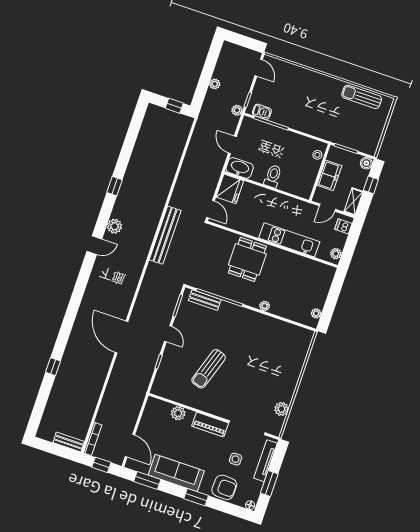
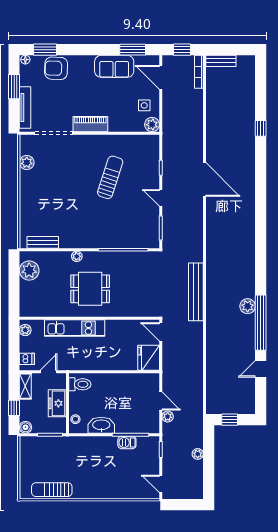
sun lounger: (362, 97) -> (52, 490), turned 180
plant: (237, 110) -> (168, 417), moved
barbecue: (262, 112) -> (127, 442), moved
washbasin: (240, 168) -> (101, 425), moved, turned 180
toilet: (273, 176) -> (80, 384), moved, turned -90
window: (115, 186) -> (261, 323), width x3.17
plant: (114, 226) -> (248, 306), moved
door: (94, 245) -> (261, 369), moved
dining table: (247, 259) -> (90, 289), moved, turned 90
bench: (205, 300) -> (43, 242), moved
plant: (316, 313) -> (29, 271), width x1.87, depth x1.87
plant: (178, 413) -> (152, 125), moved
side table: (236, 459) -> (144, 105), moved
sofa: (176, 473) -> (114, 66), width x0.73
window: (196, 497) -> (45, 50), moved

